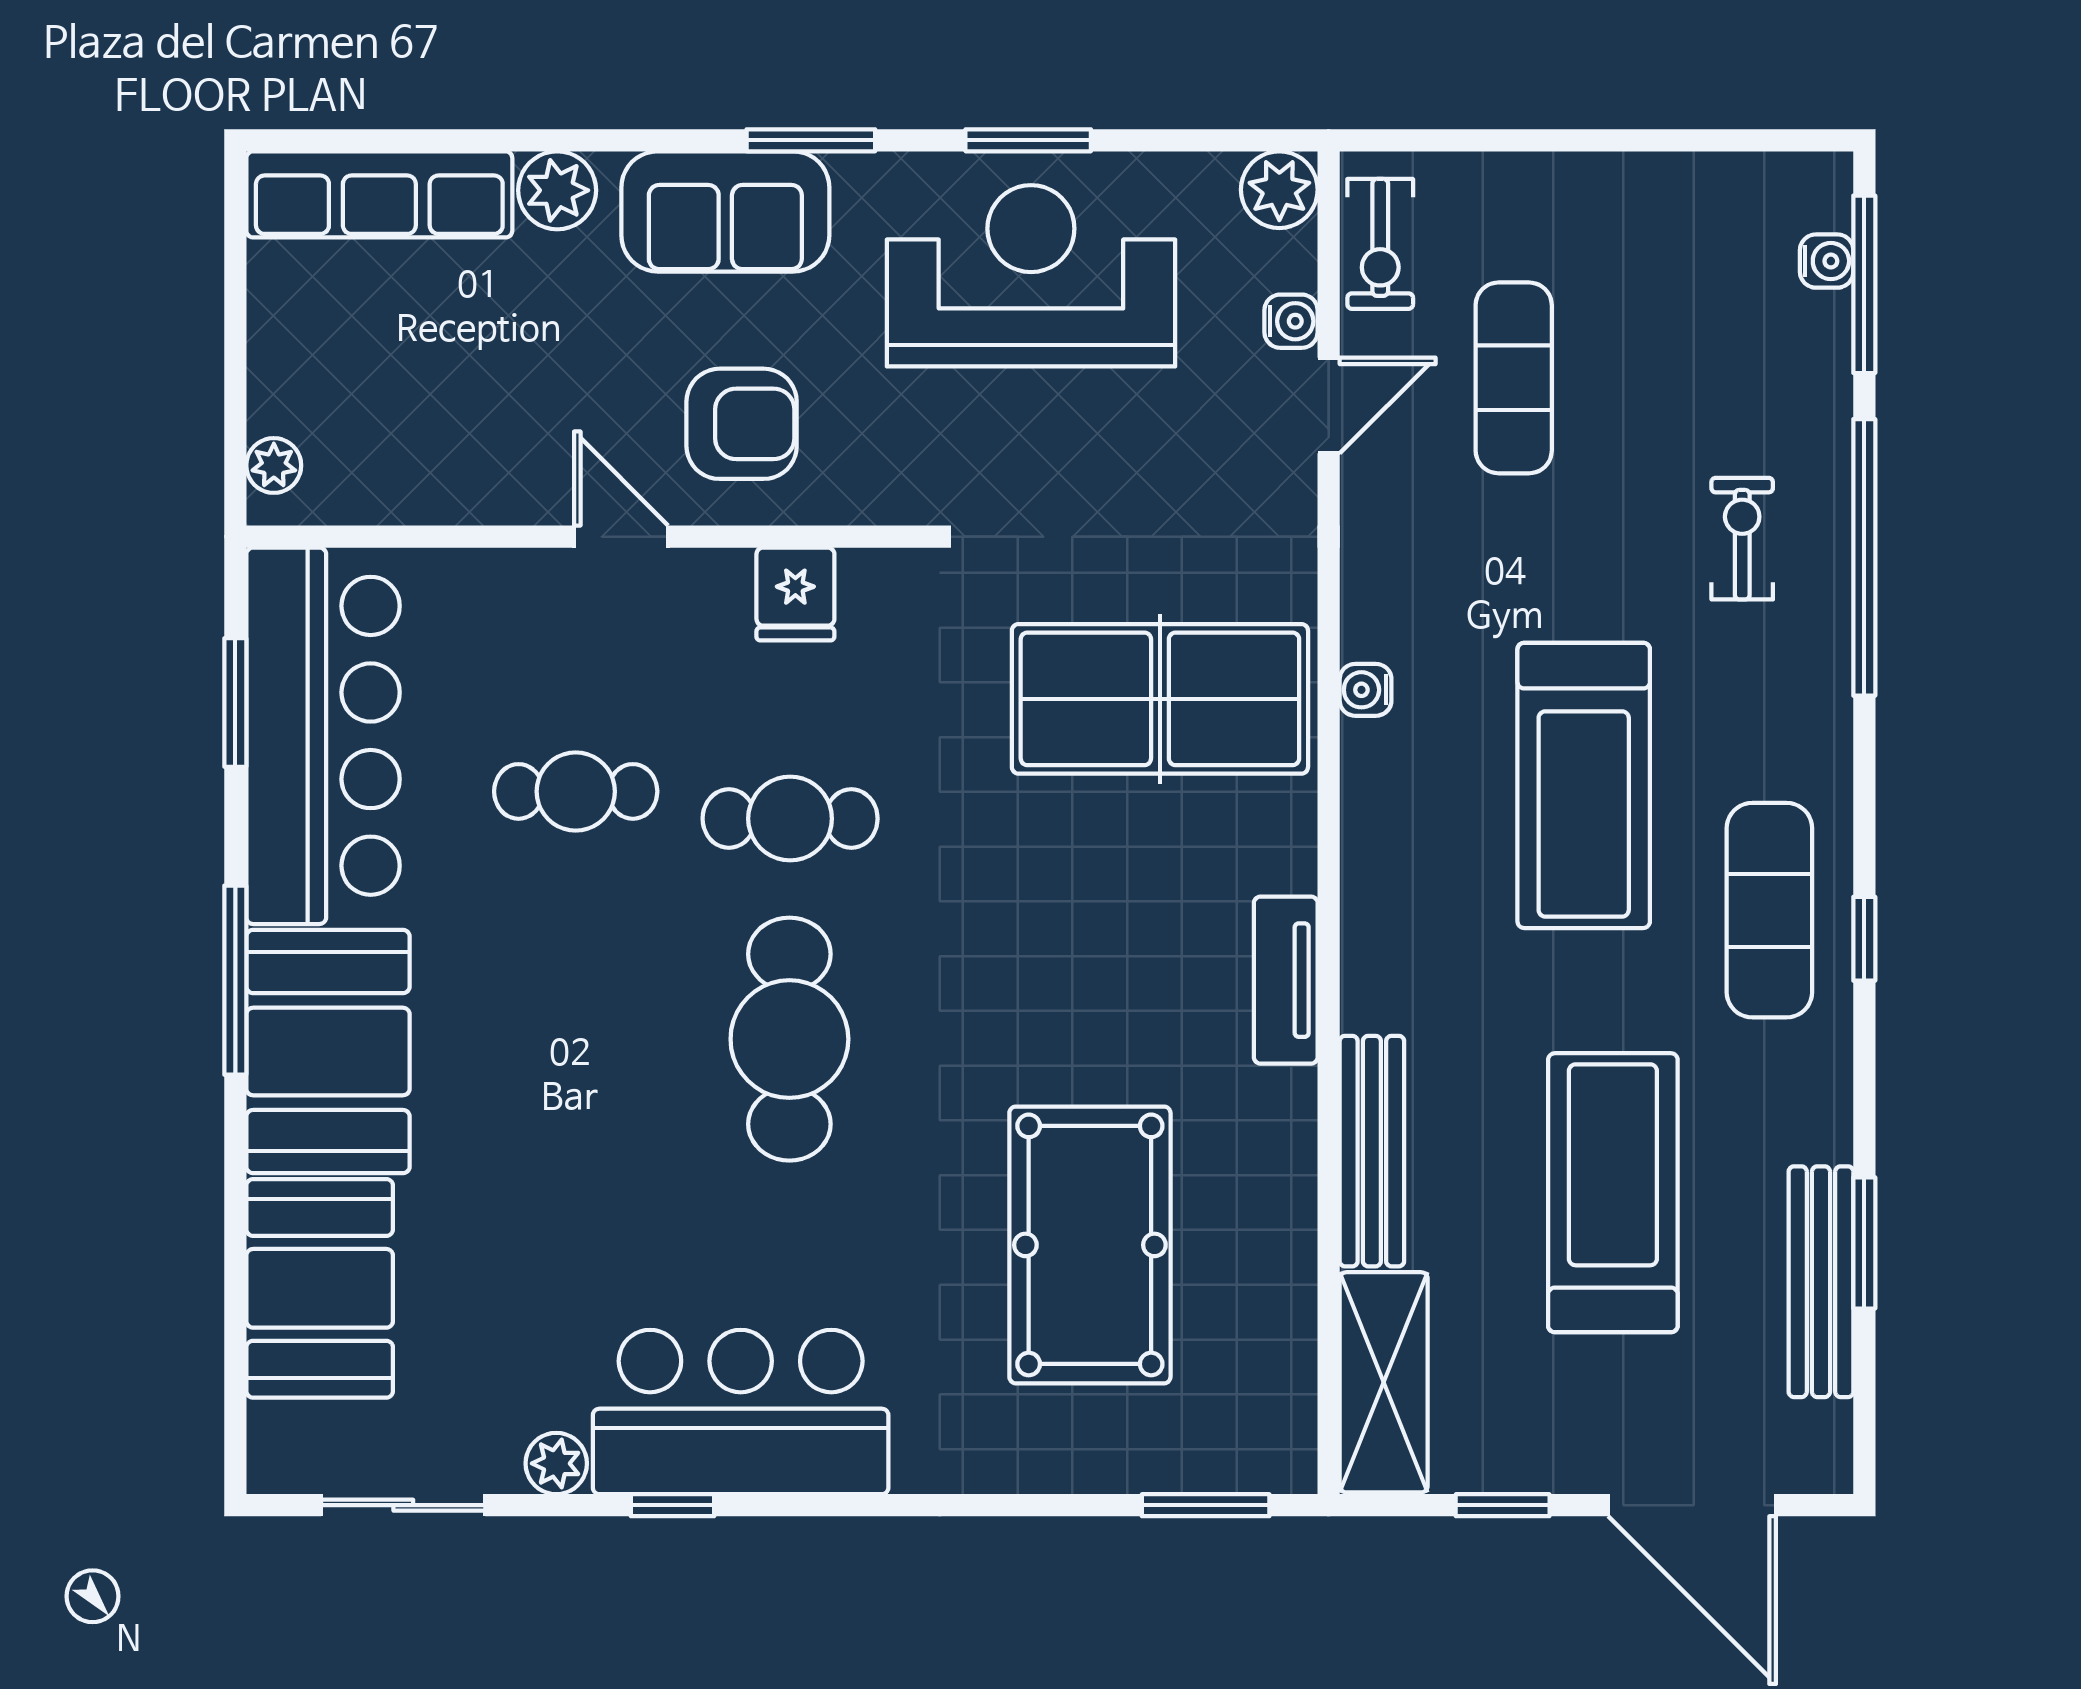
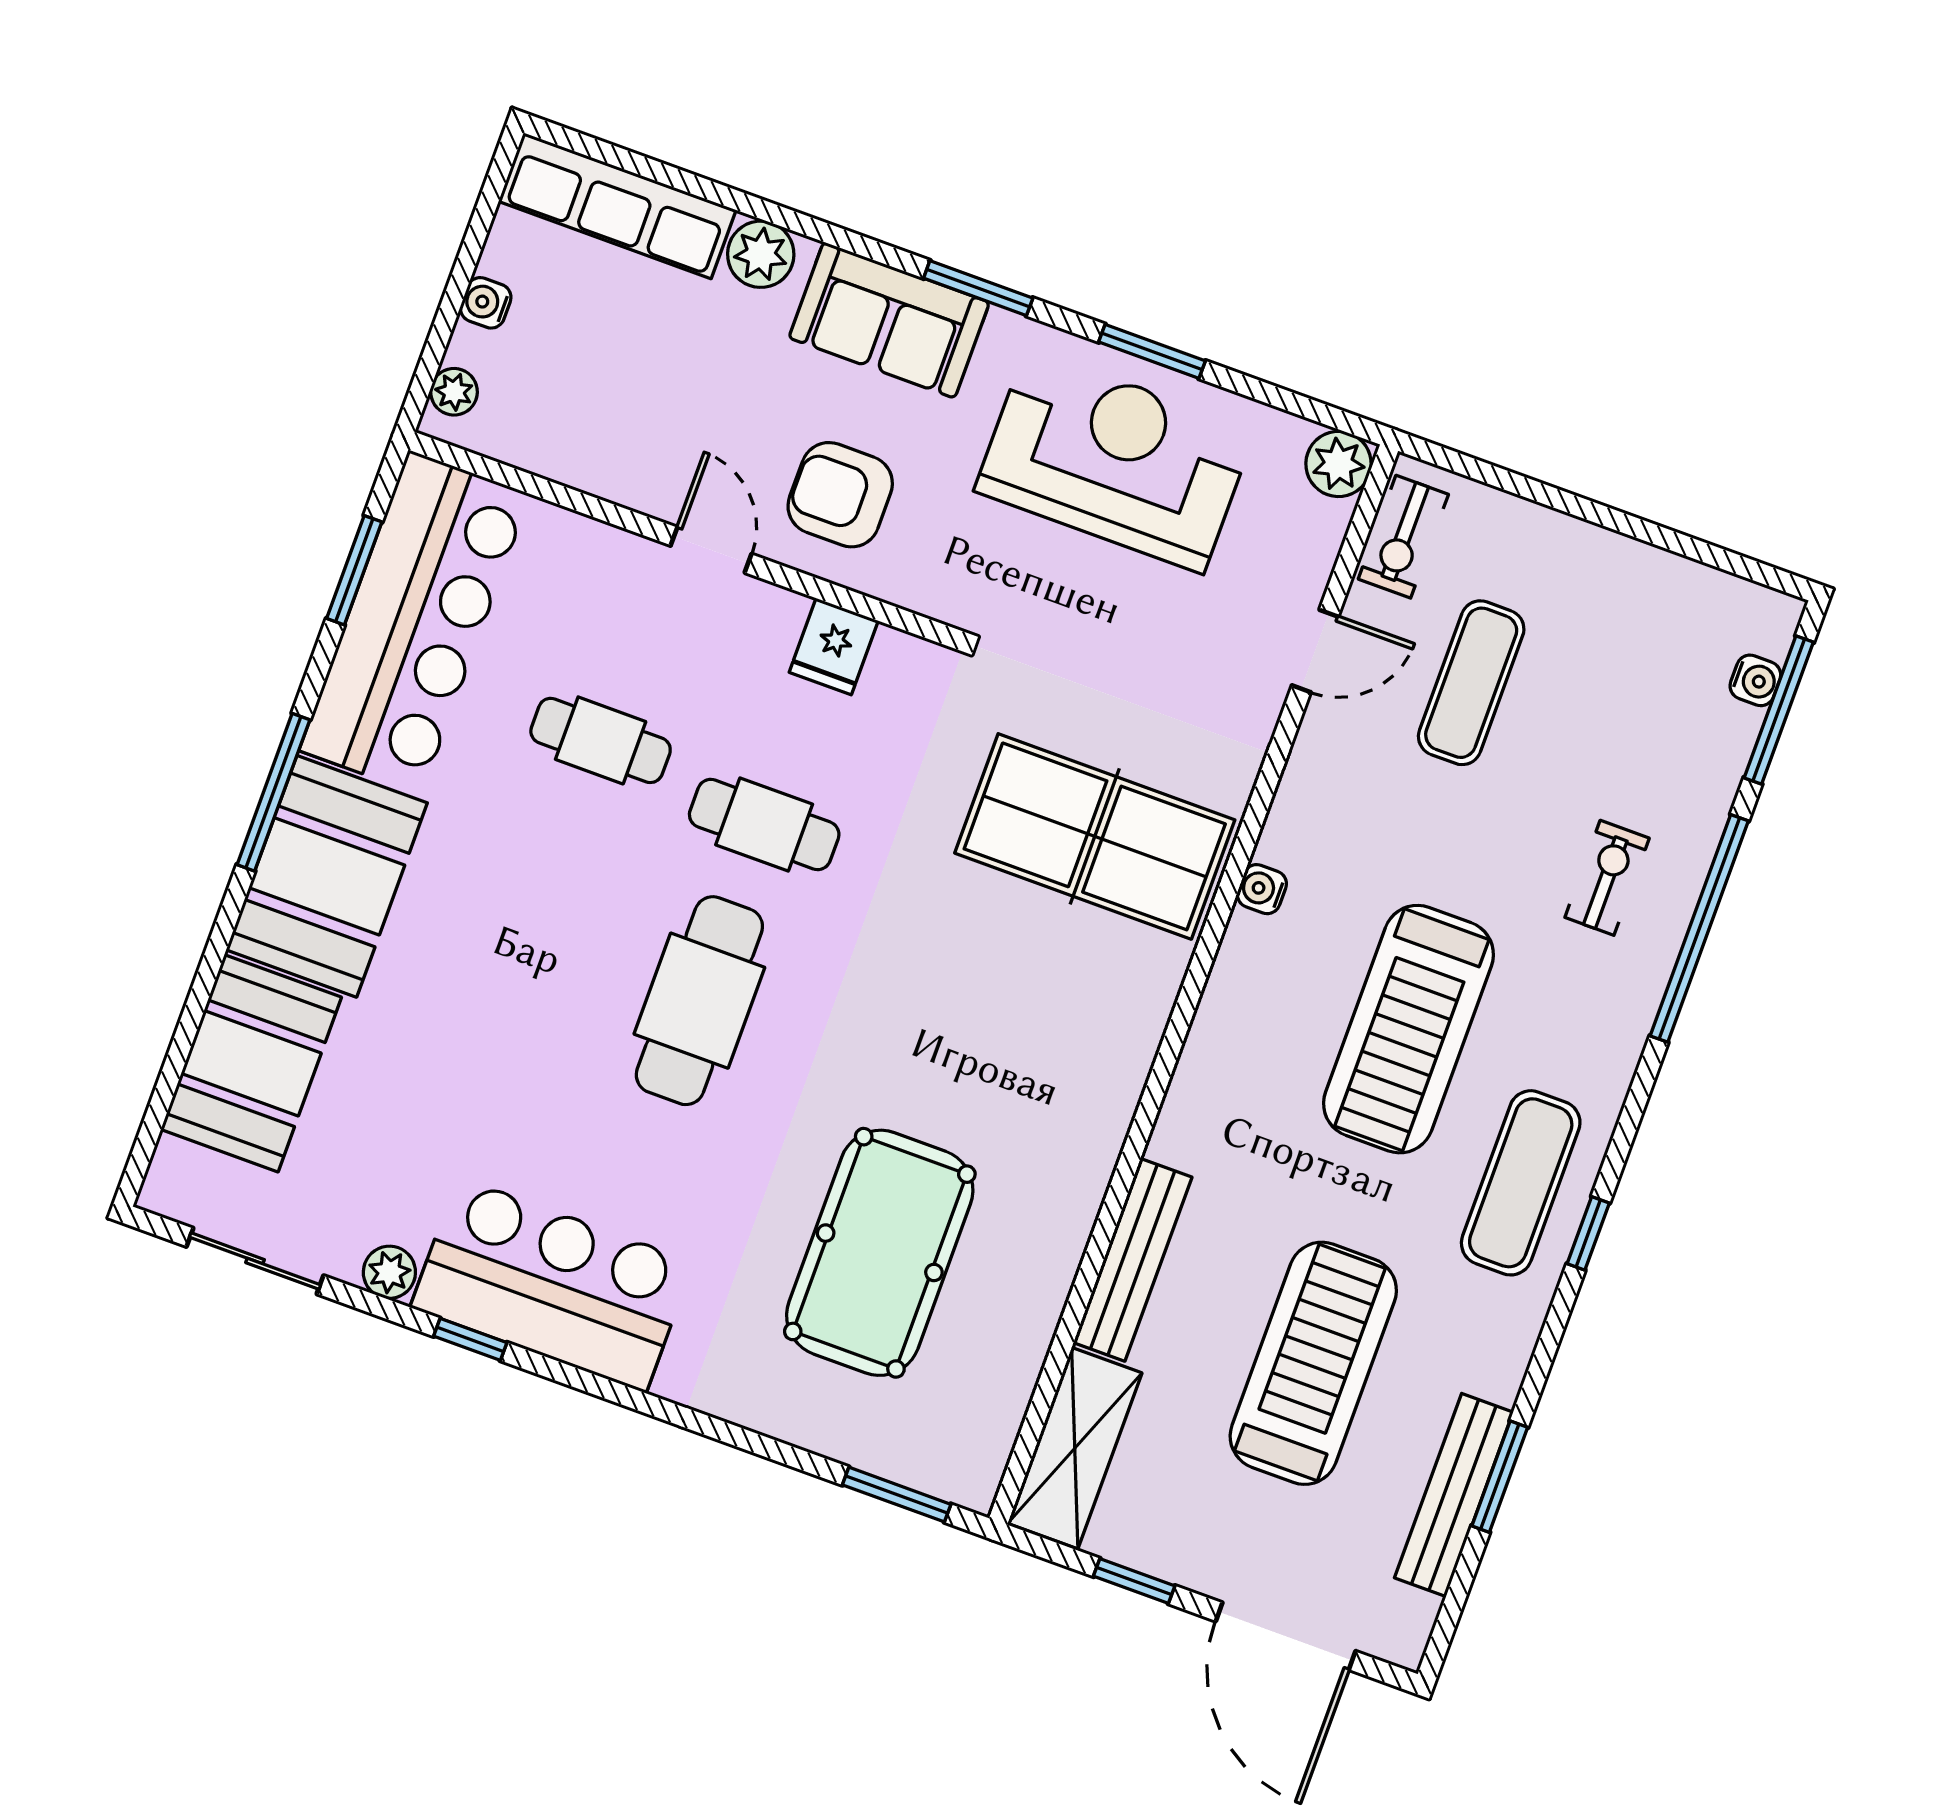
water cooler: (1291, 321) -> (486, 303), moved, turned 180
armchair: (742, 424) -> (840, 495), turned 180
tv unit: (1286, 980) -> (1114, 1098), removed

